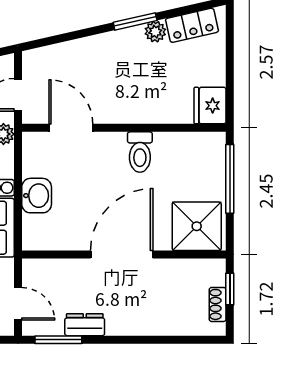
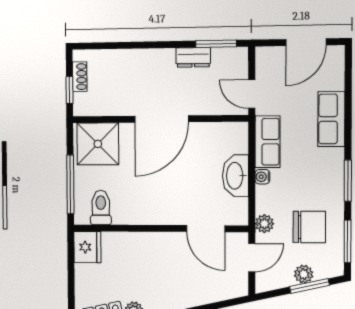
toilet: (140, 152) -> (101, 208), moved
washbasin: (37, 196) -> (235, 176), width x1.38
door: (18, 304) -> (252, 94), moved

